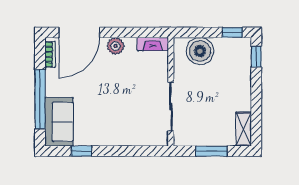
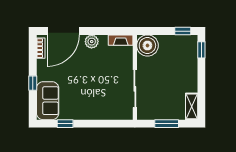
boiler: (200, 51) -> (147, 45), moved
window: (40, 99) -> (33, 83), width x0.32

